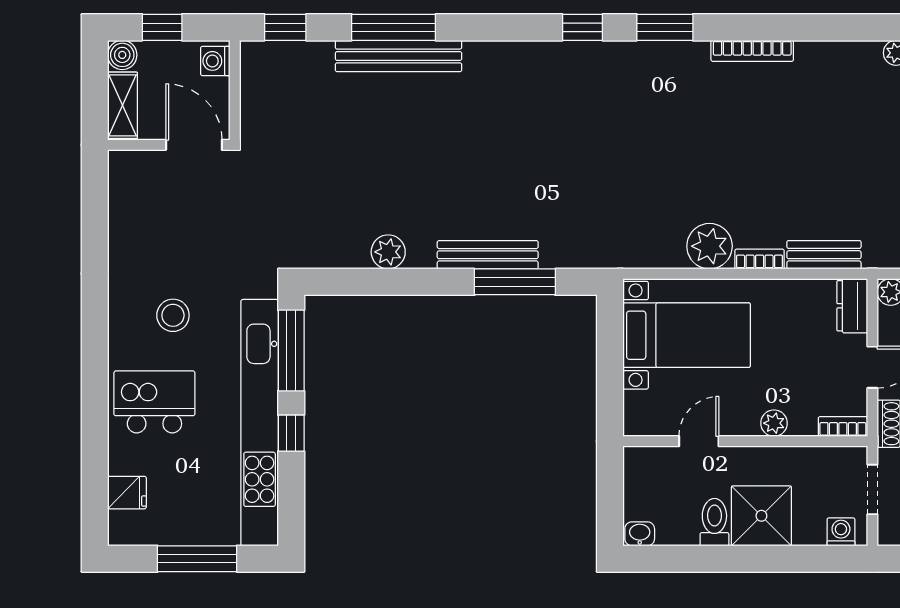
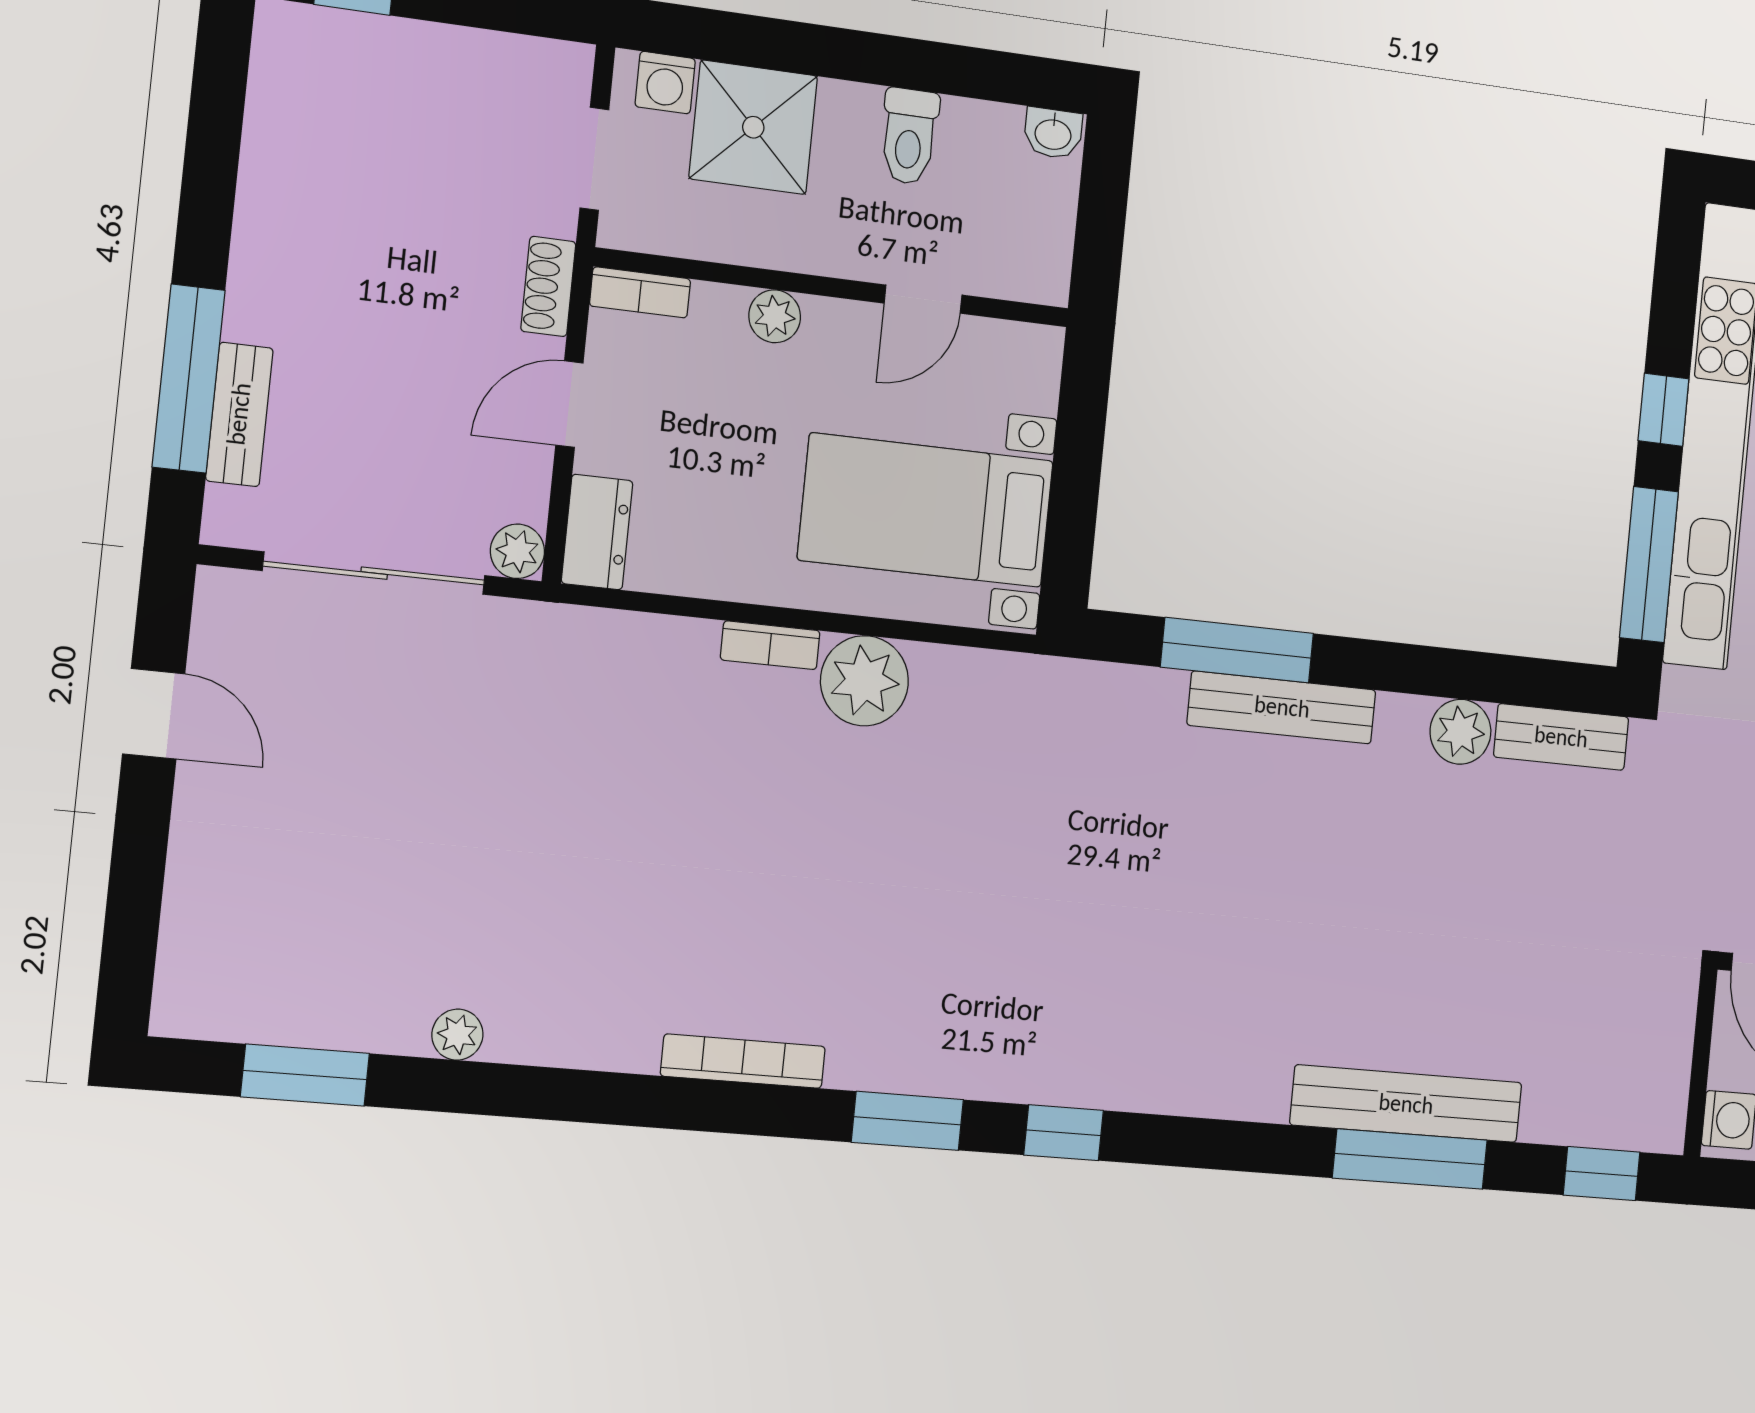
bench: (824, 255) -> (1561, 737), moved
shower: (761, 516) -> (753, 127), moved

